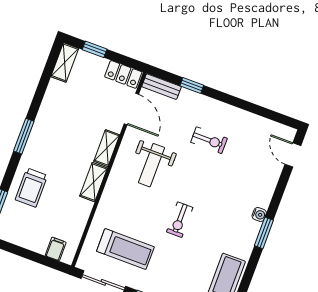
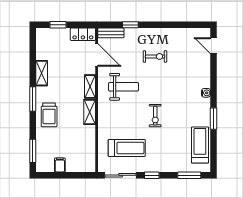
shelving: (65, 62) -> (42, 73), moved
weight bench: (152, 165) -> (123, 87), turned -90
trolley: (31, 188) -> (49, 115), moved
window: (264, 233) -> (214, 119), moved
filing cabinet: (56, 249) -> (60, 165), moved

